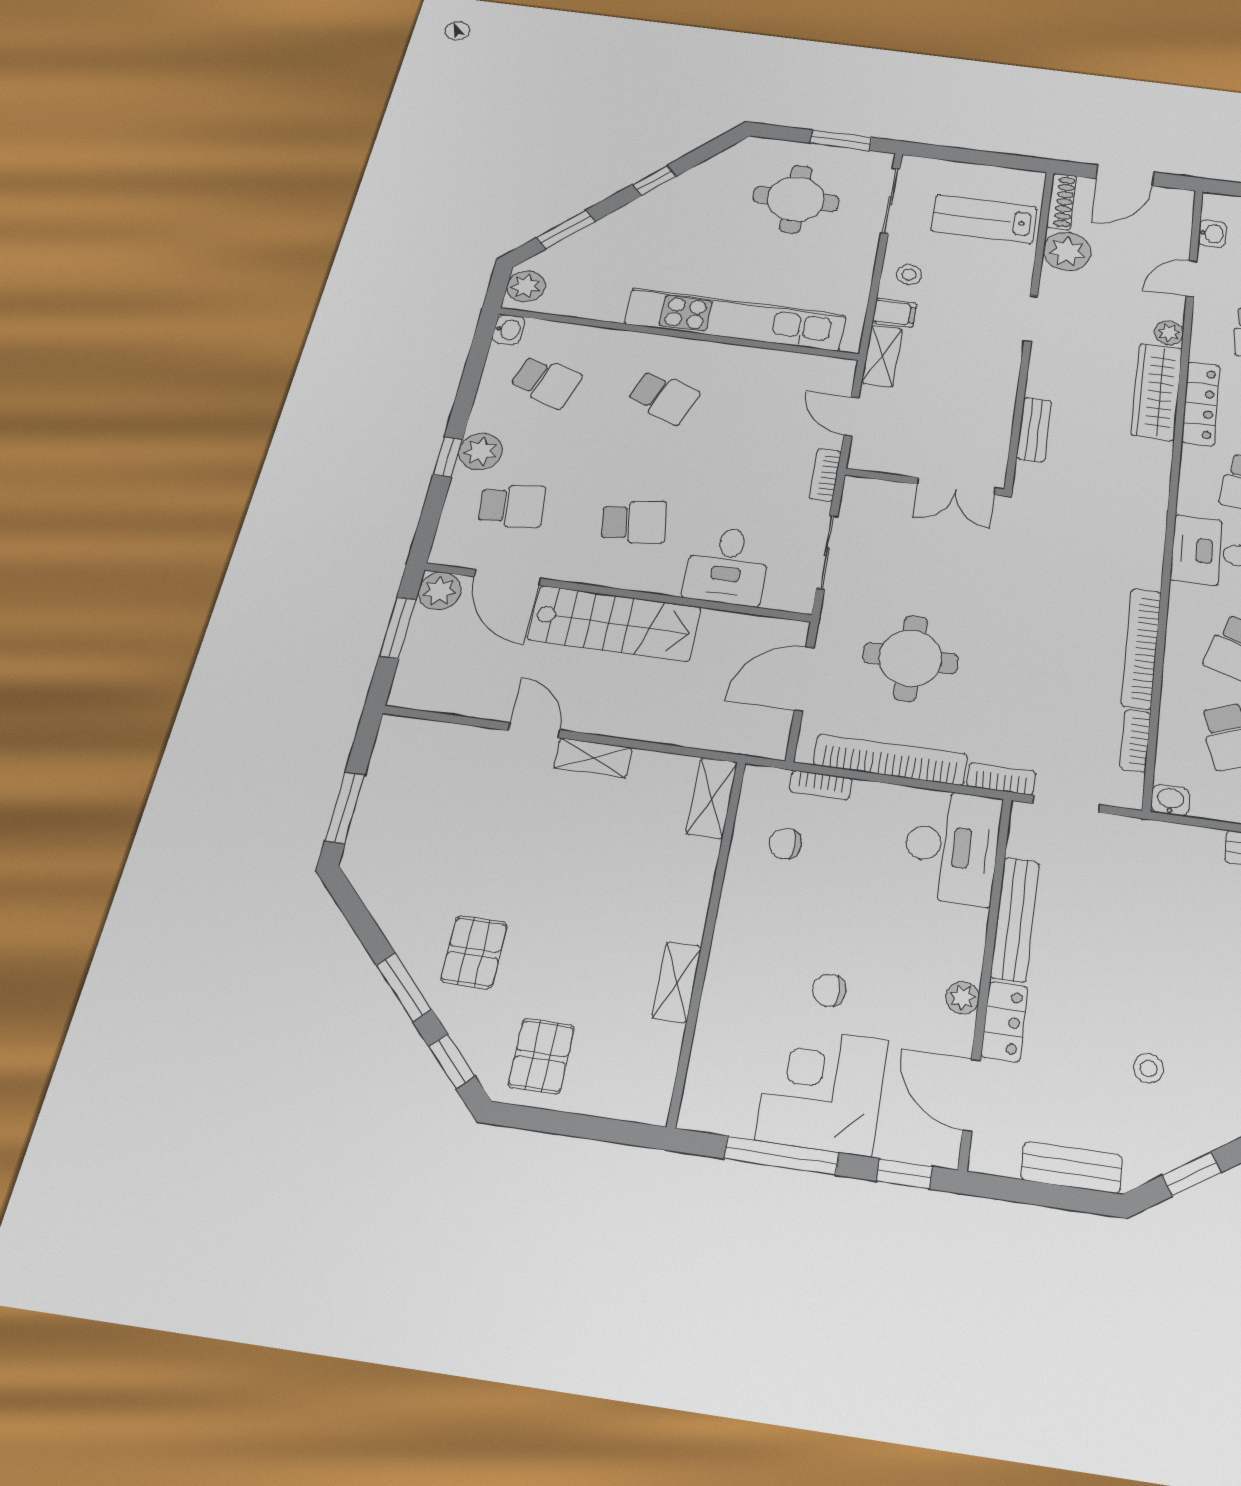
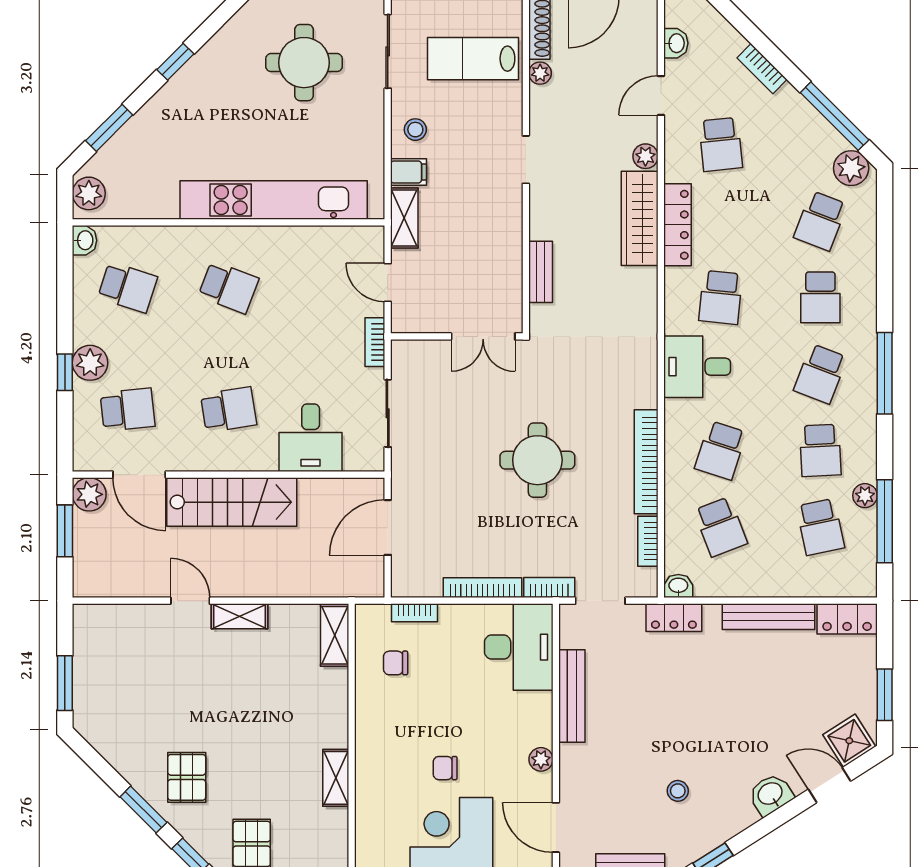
plant: (1067, 251) -> (540, 73), width x0.53, depth x0.53
round table: (911, 658) -> (537, 460), moved
bookcase: (890, 760) -> (482, 588), width x0.68, depth x0.76
locker: (1004, 1022) -> (674, 618), moved, turned 90

